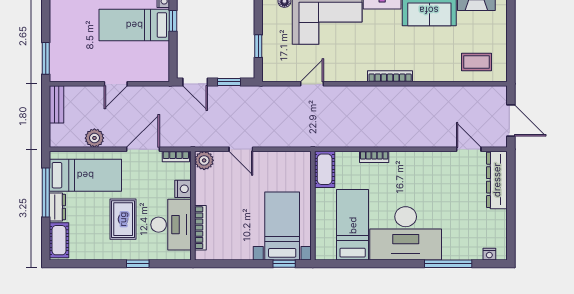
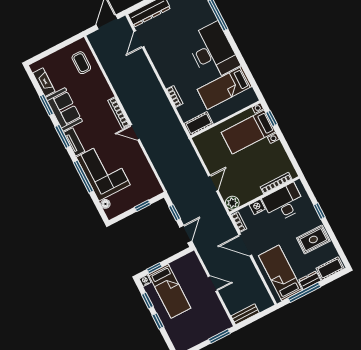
door: (312, 84) -> (135, 132), moved
plant: (94, 138) -> (254, 279), removed
rug: (123, 219) -> (313, 240), moved

